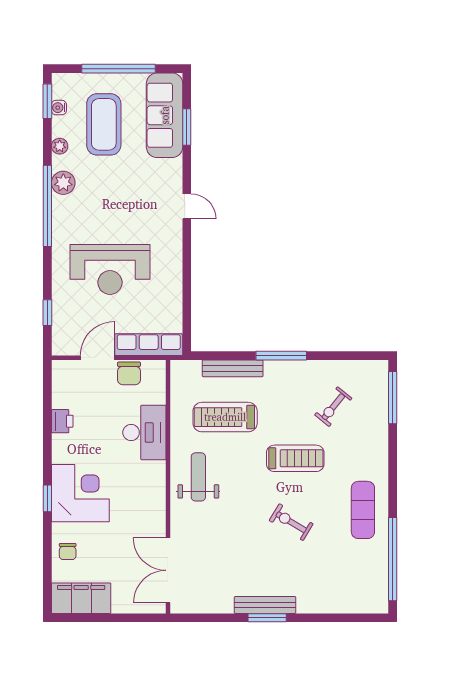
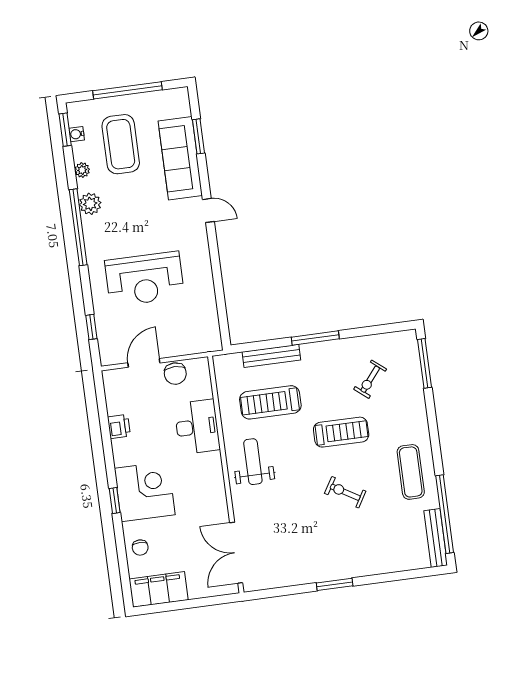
sofa: (165, 115) -> (180, 158), moved
row of seats: (149, 345) -> (190, 344), removed
bench: (265, 605) -> (436, 538), moved, turned 90

